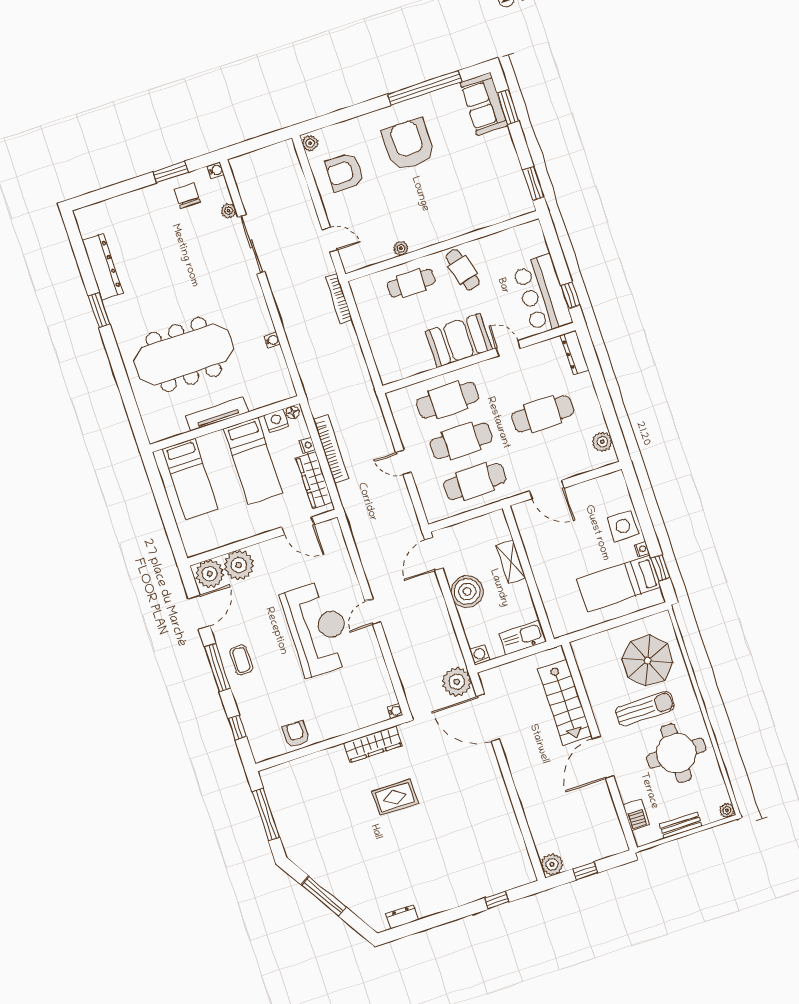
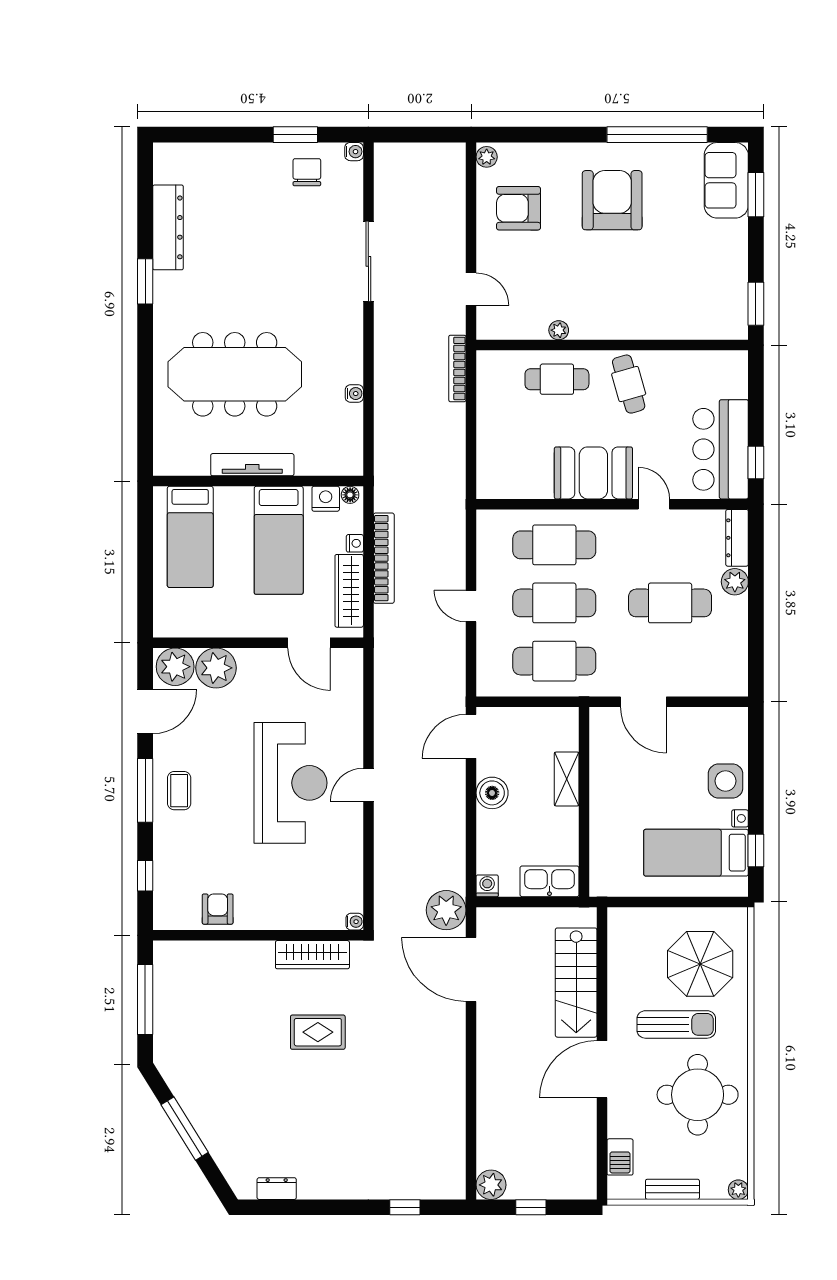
plant: (228, 211) -> (353, 209), removed
plant: (602, 442) -> (735, 582), moved
boiler: (467, 592) -> (492, 793), width x0.73, depth x0.73

